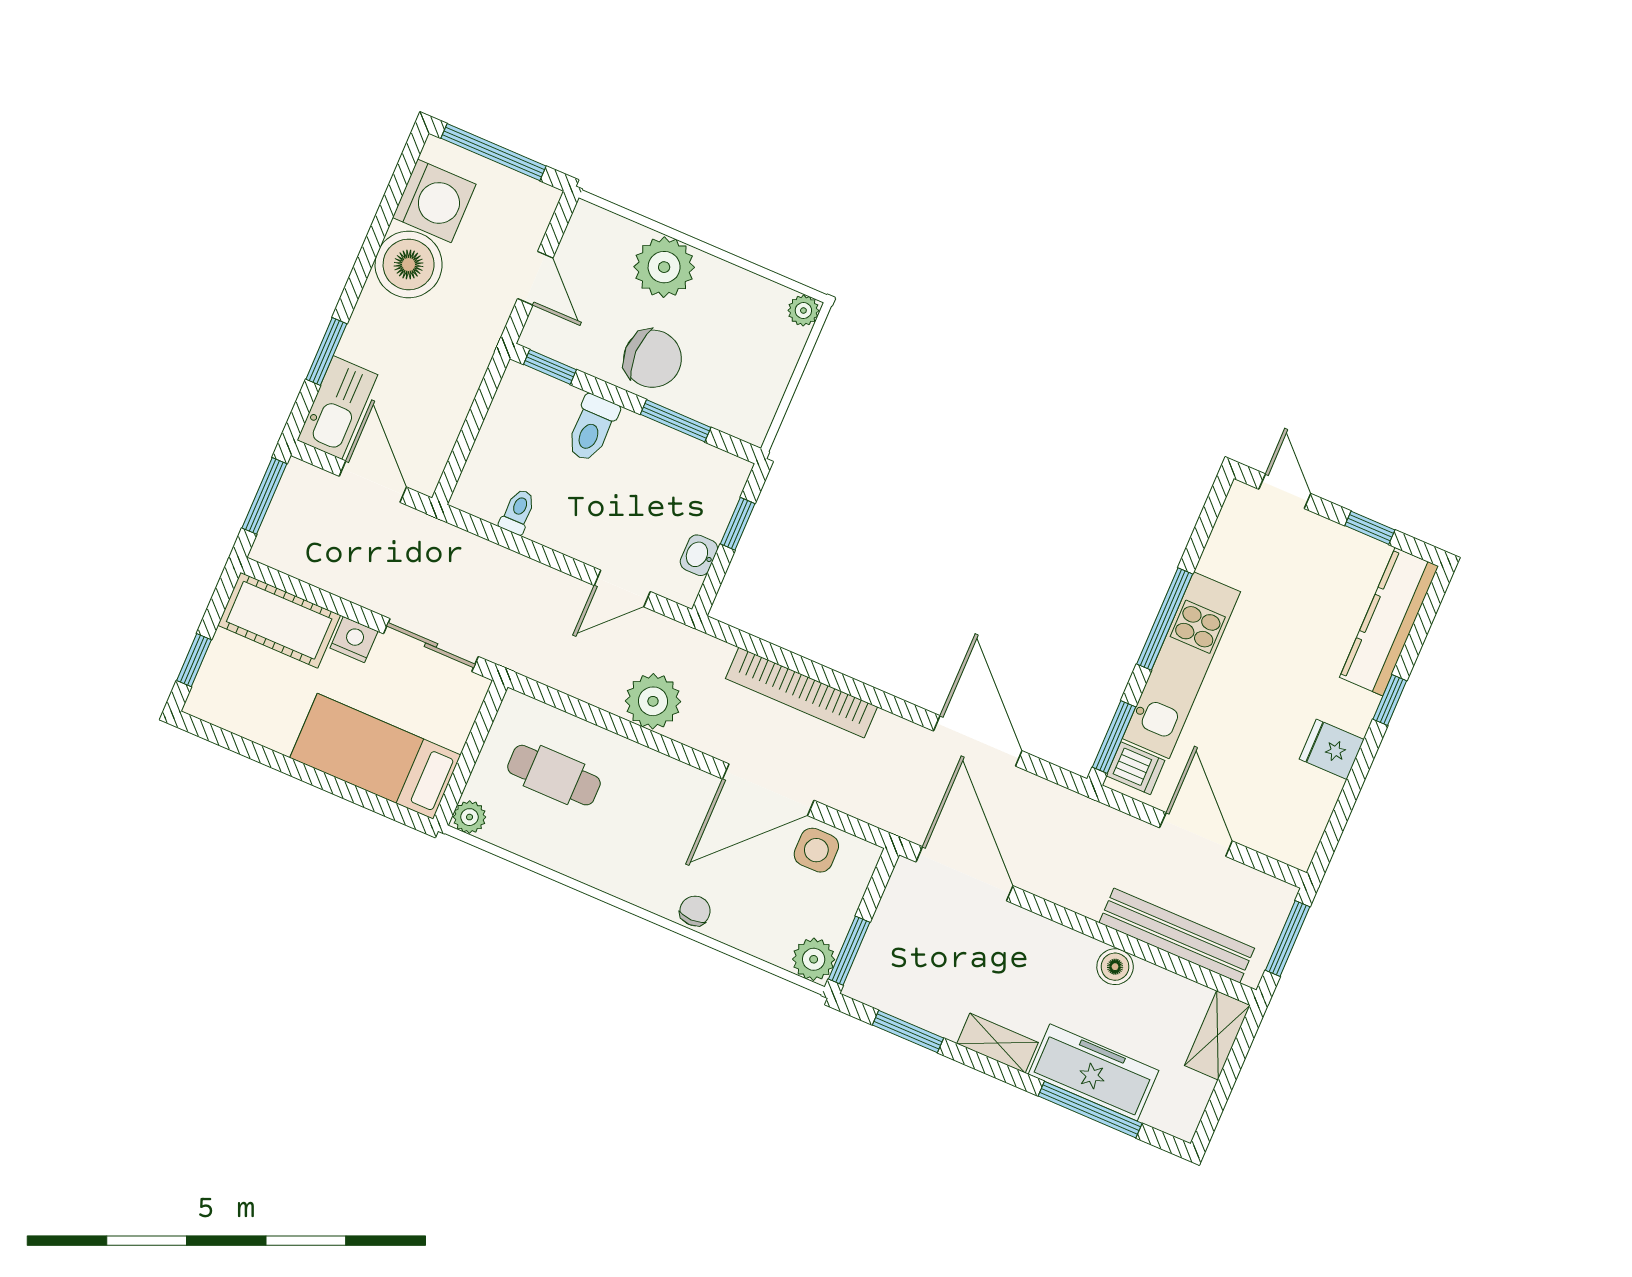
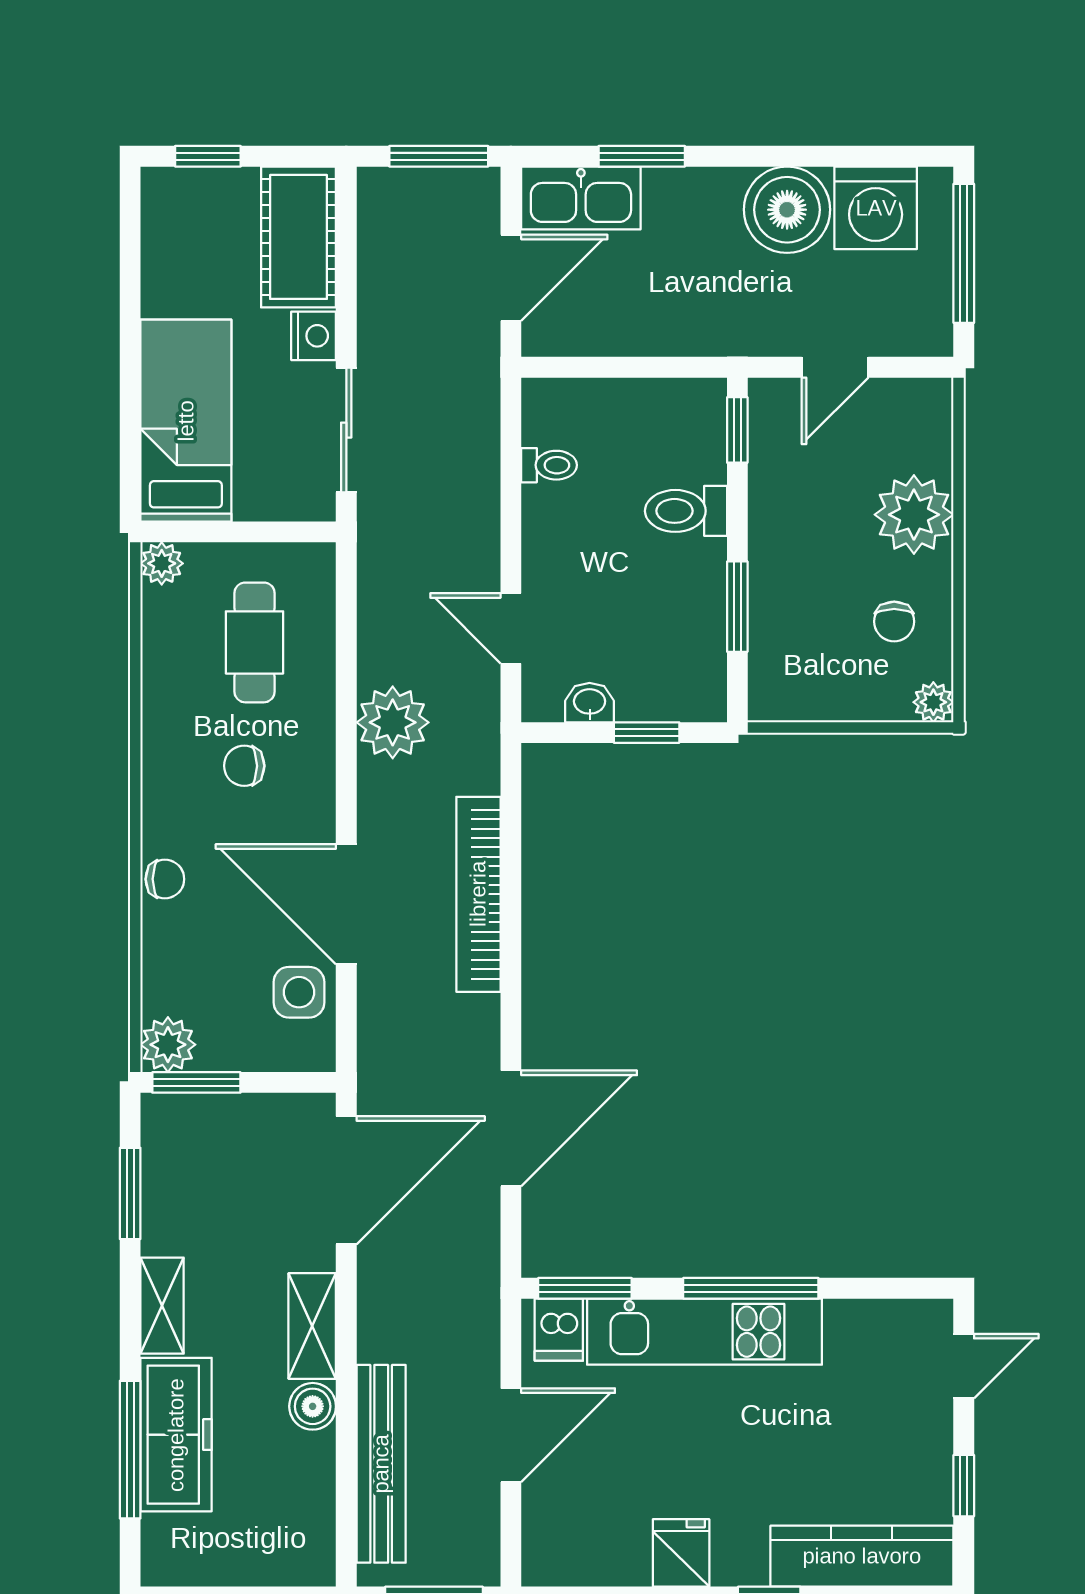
chair: (653, 359) -> (894, 622), moved, width x0.54, depth x0.54
chair: (639, 820) -> (244, 766), added
shelving: (1217, 1035) -> (312, 1326), moved, turned 90

